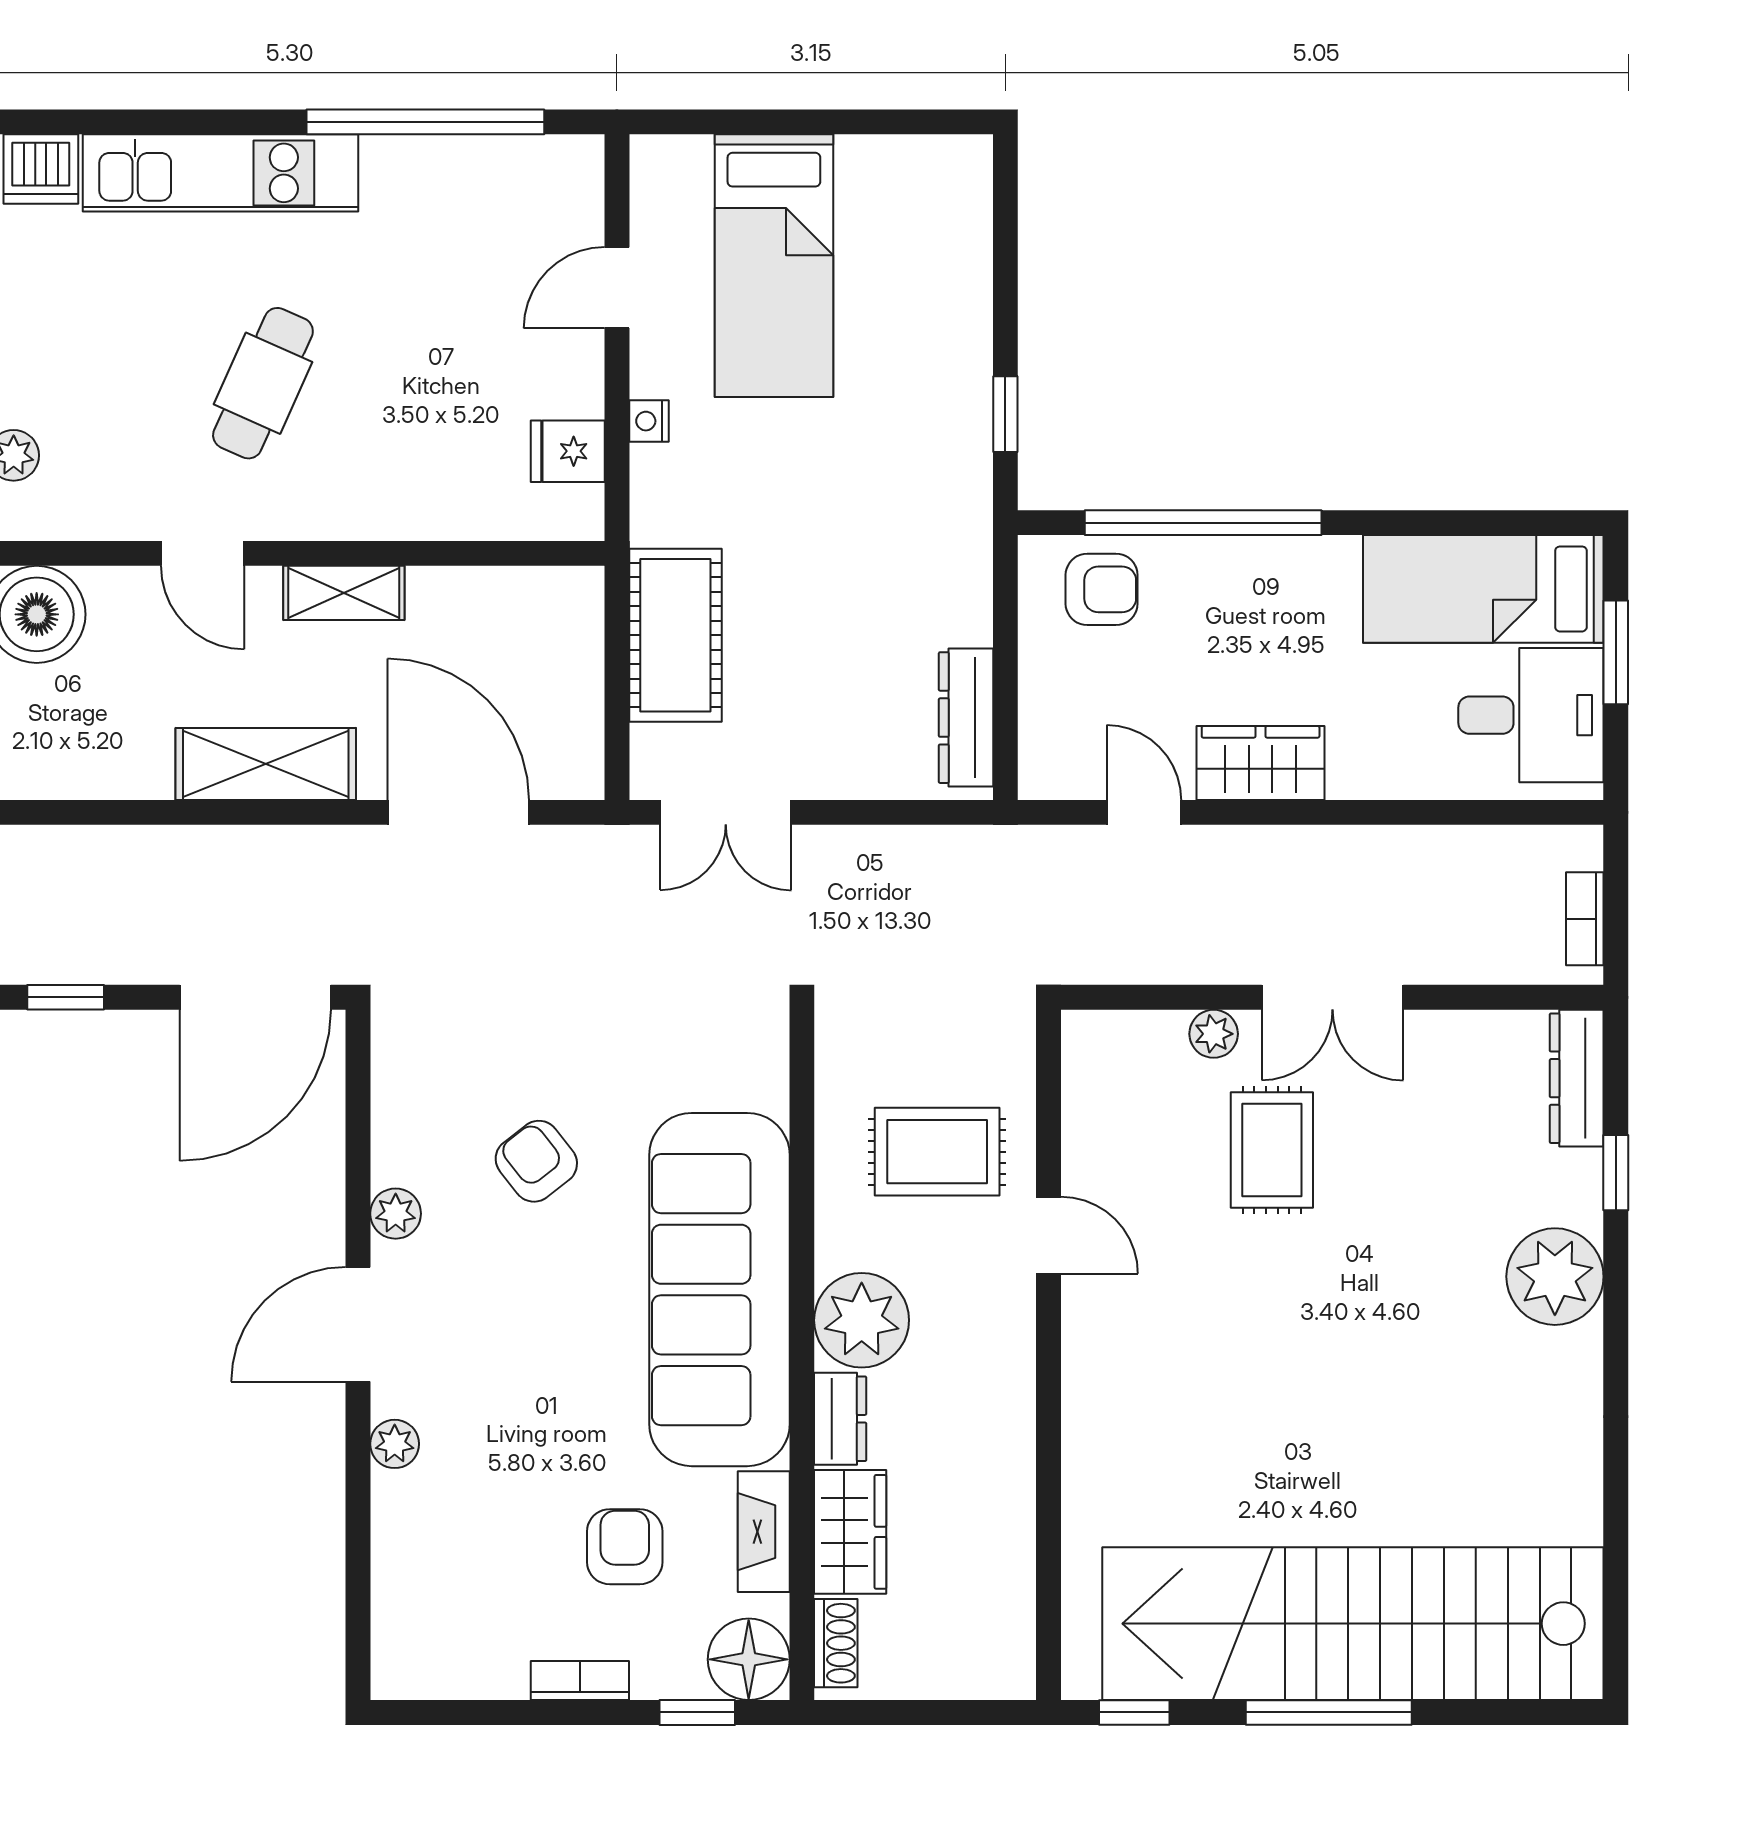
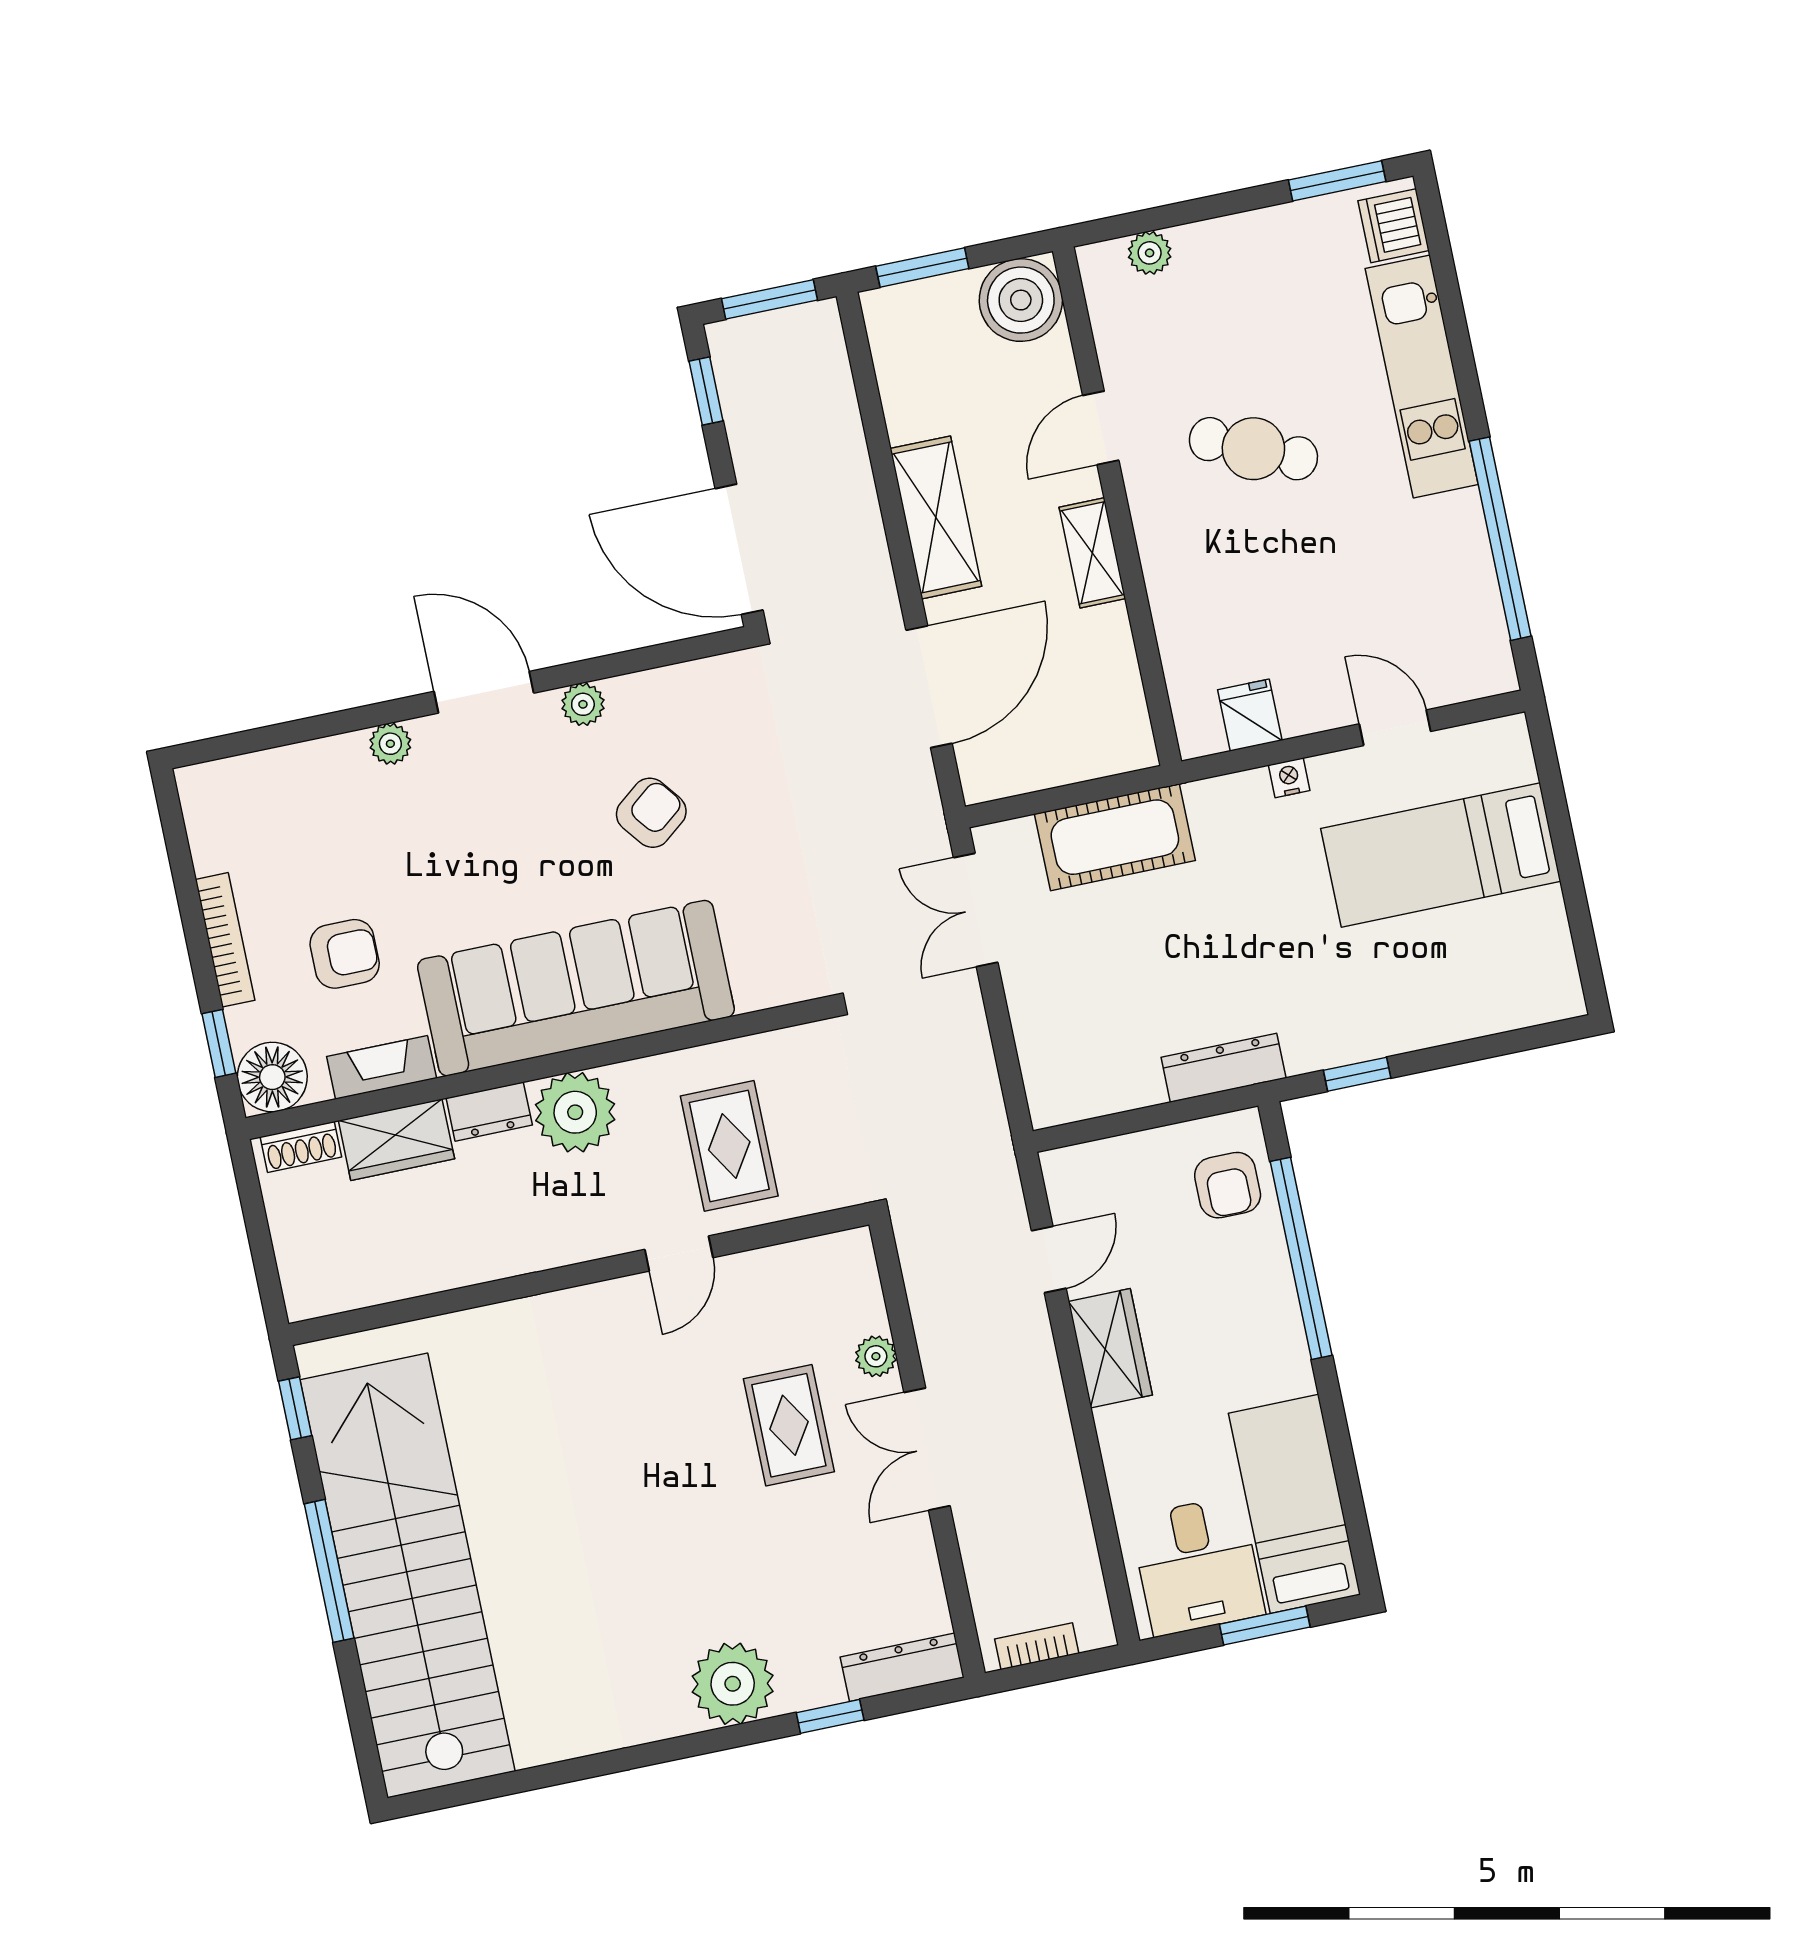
dresser: (966, 718) -> (1224, 1068), moved
rug: (1272, 1150) -> (789, 1425), turned 90
bookcase: (580, 1681) -> (225, 940), width x1.56

